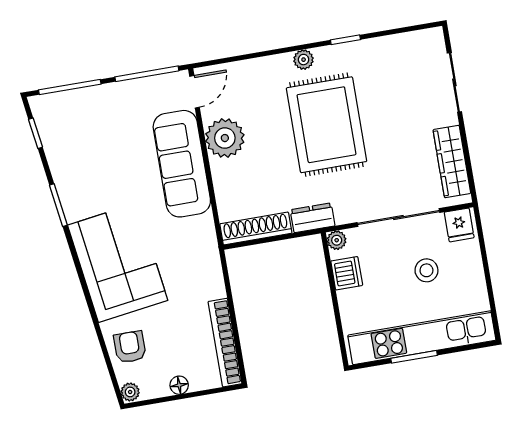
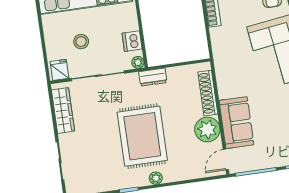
sofa: (182, 164) -> (236, 123), width x0.73
shoe rack: (256, 228) -> (208, 93), moved, turned 90

